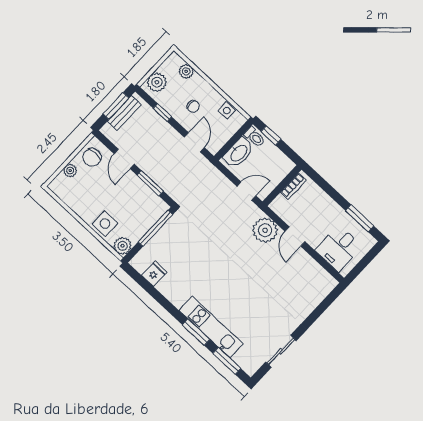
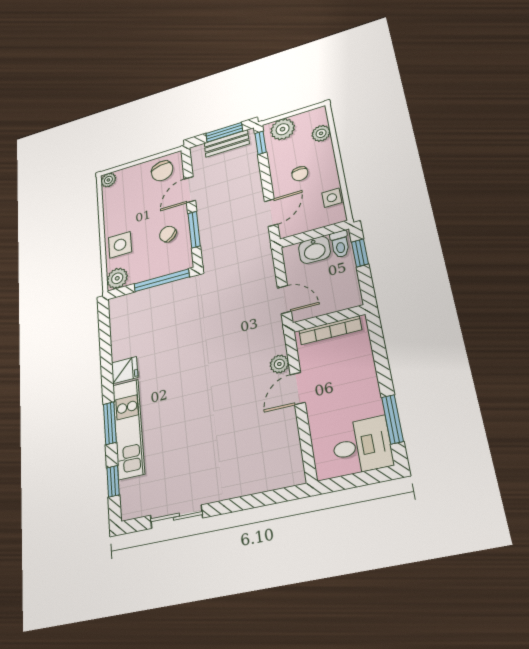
window: (162, 112) -> (261, 143), moved
washbasin: (239, 153) -> (314, 250), width x0.72
chair: (92, 157) -> (162, 171), turned -100
plant: (70, 171) -> (108, 180), moved
bookcase: (293, 186) -> (330, 330), width x1.56
chair: (134, 197) -> (168, 234), added
plant: (265, 230) -> (279, 364), width x0.53, depth x0.53
desk: (339, 248) -> (362, 446), moved, turned 180
fridge: (154, 274) -> (125, 370), moved
window: (227, 361) -> (113, 481), width x0.67

